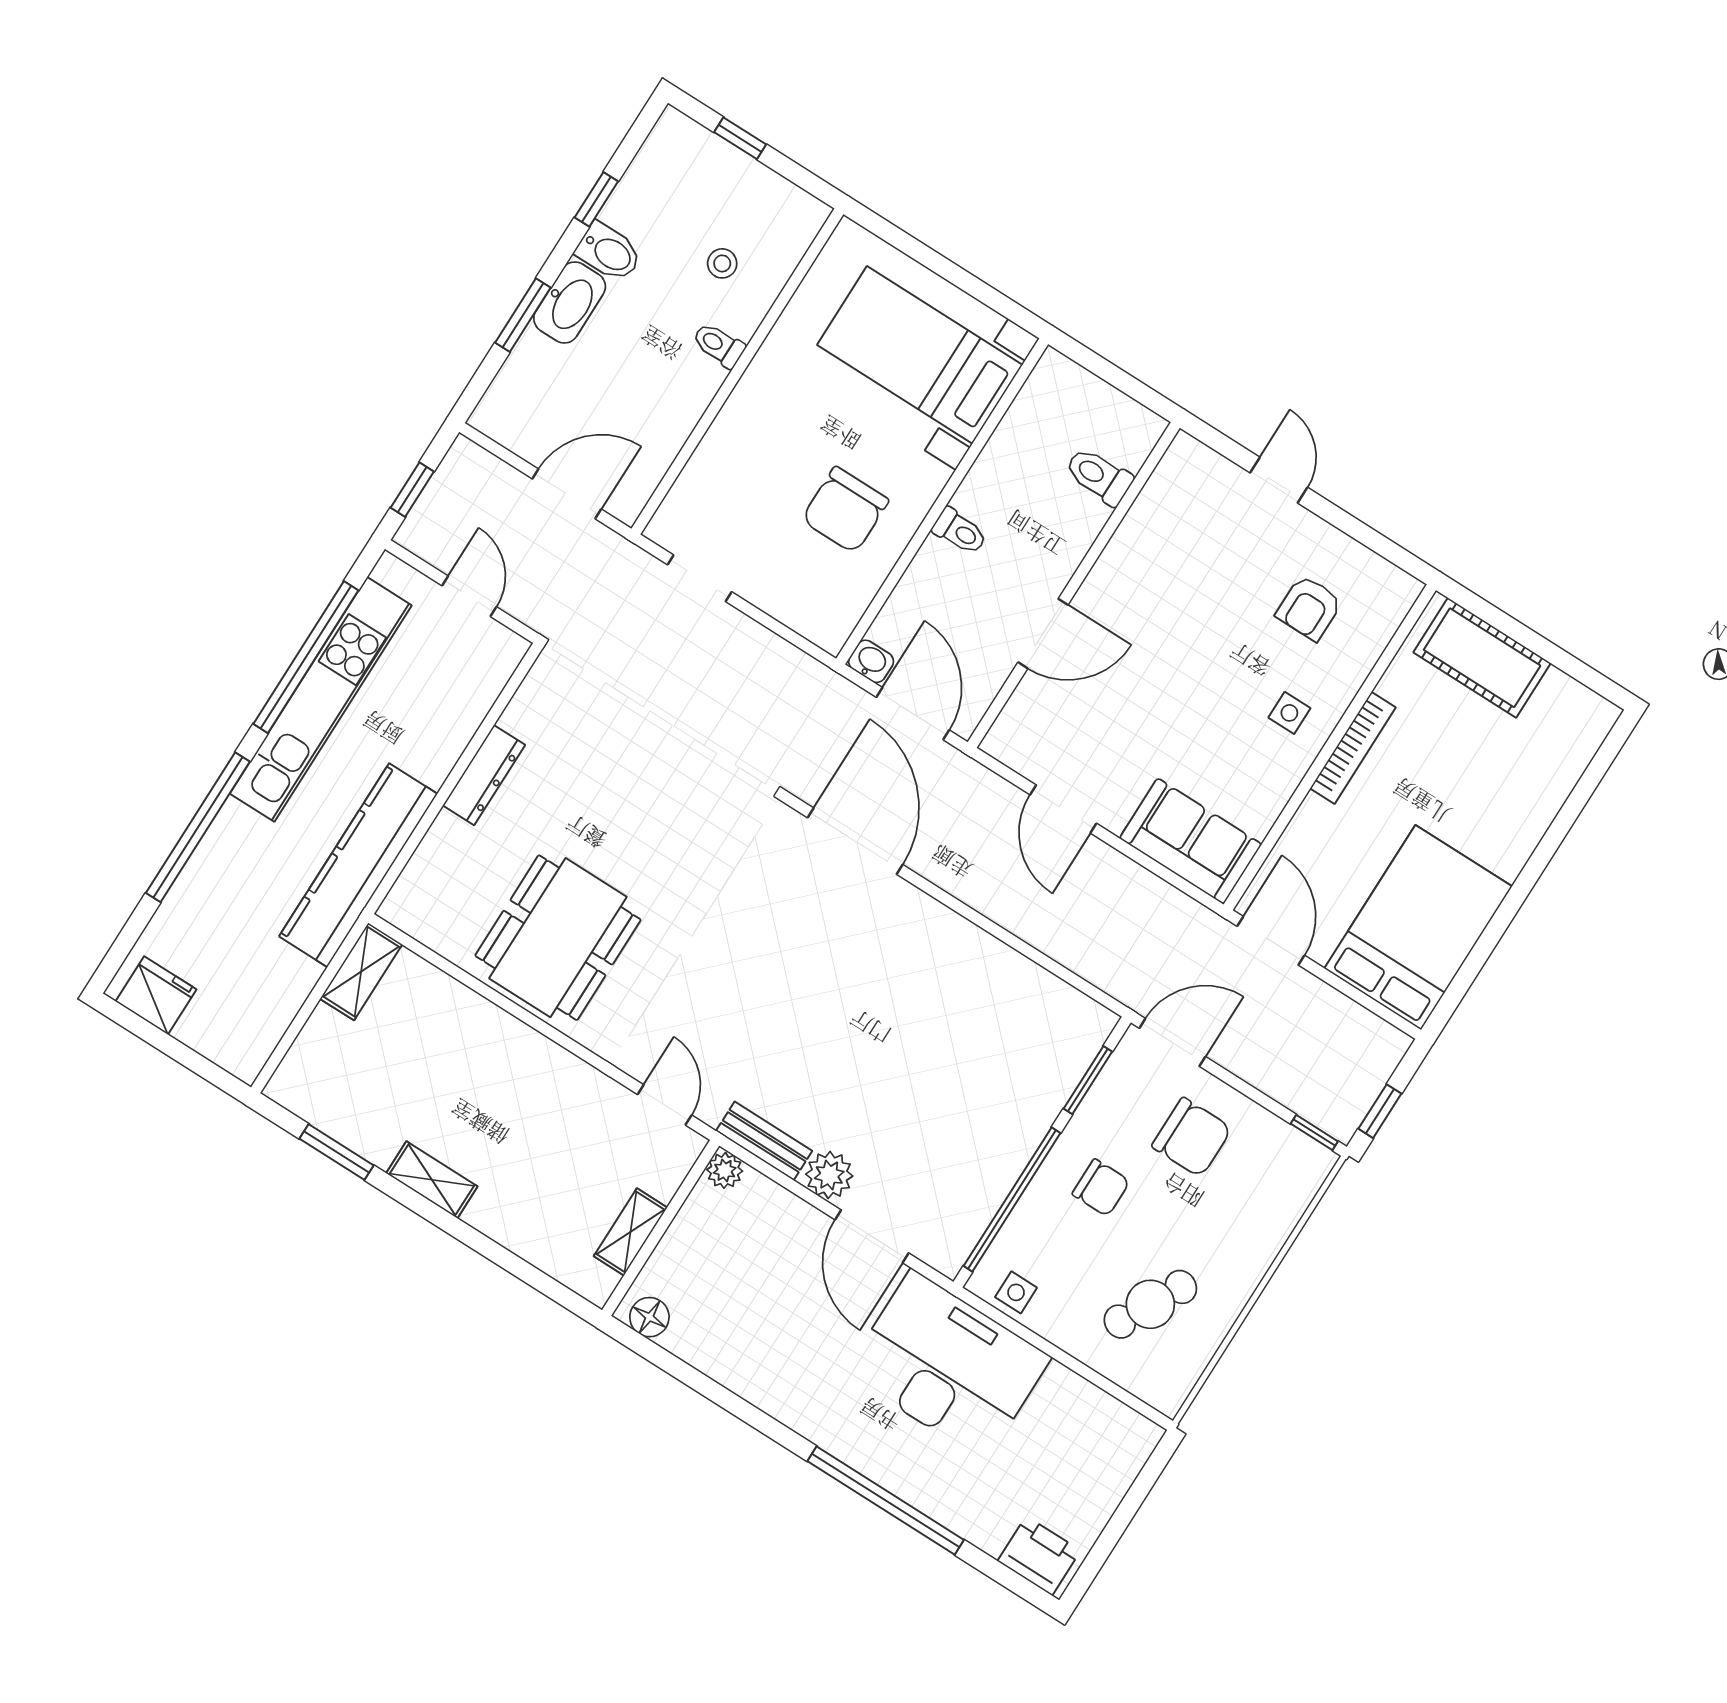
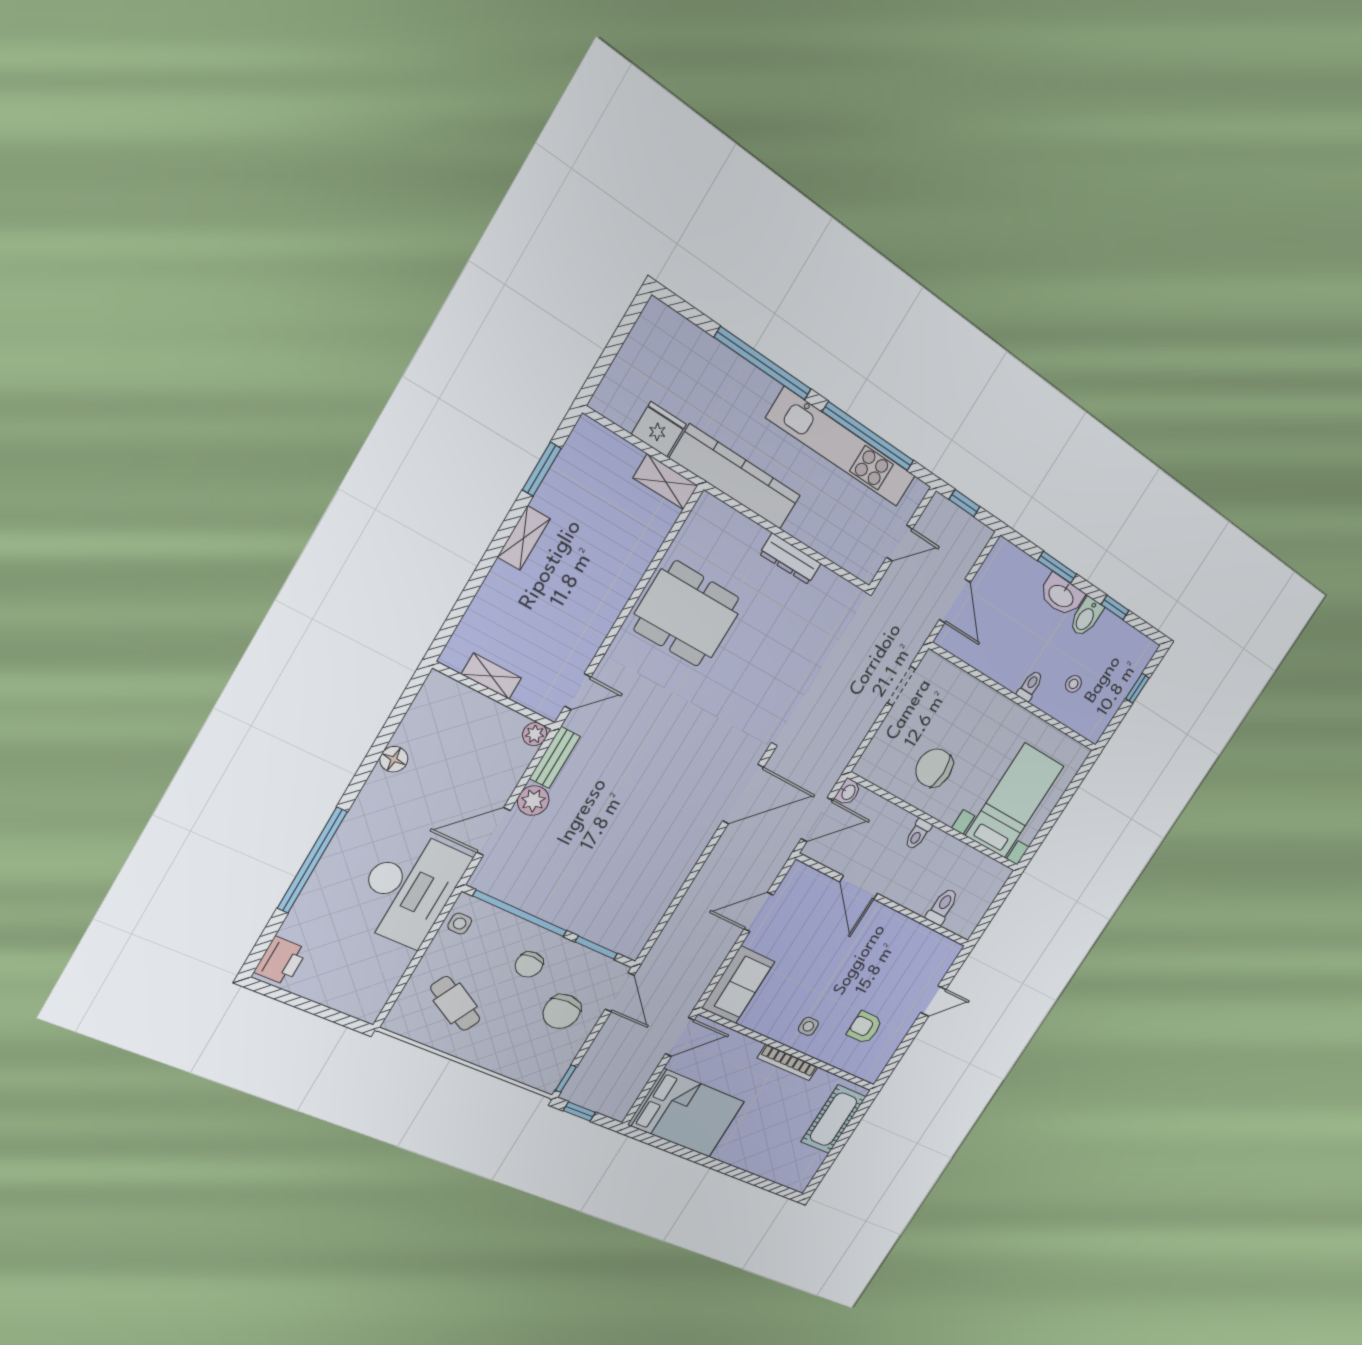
fridge: (156, 995) -> (659, 429), moved, turned -90
floor lamp: (649, 1317) -> (394, 759), moved

